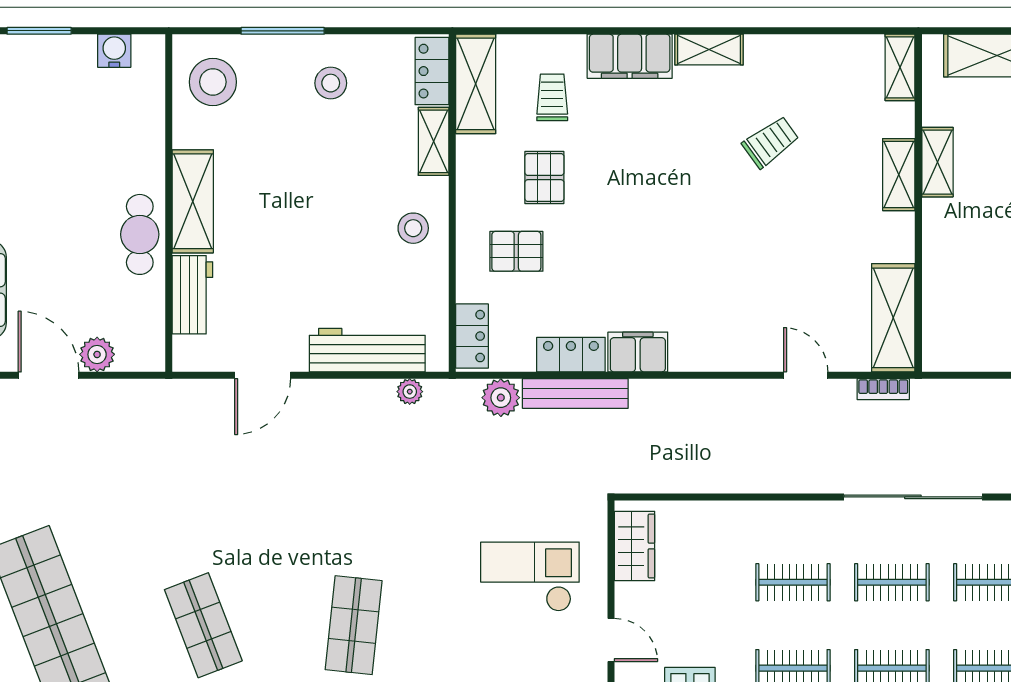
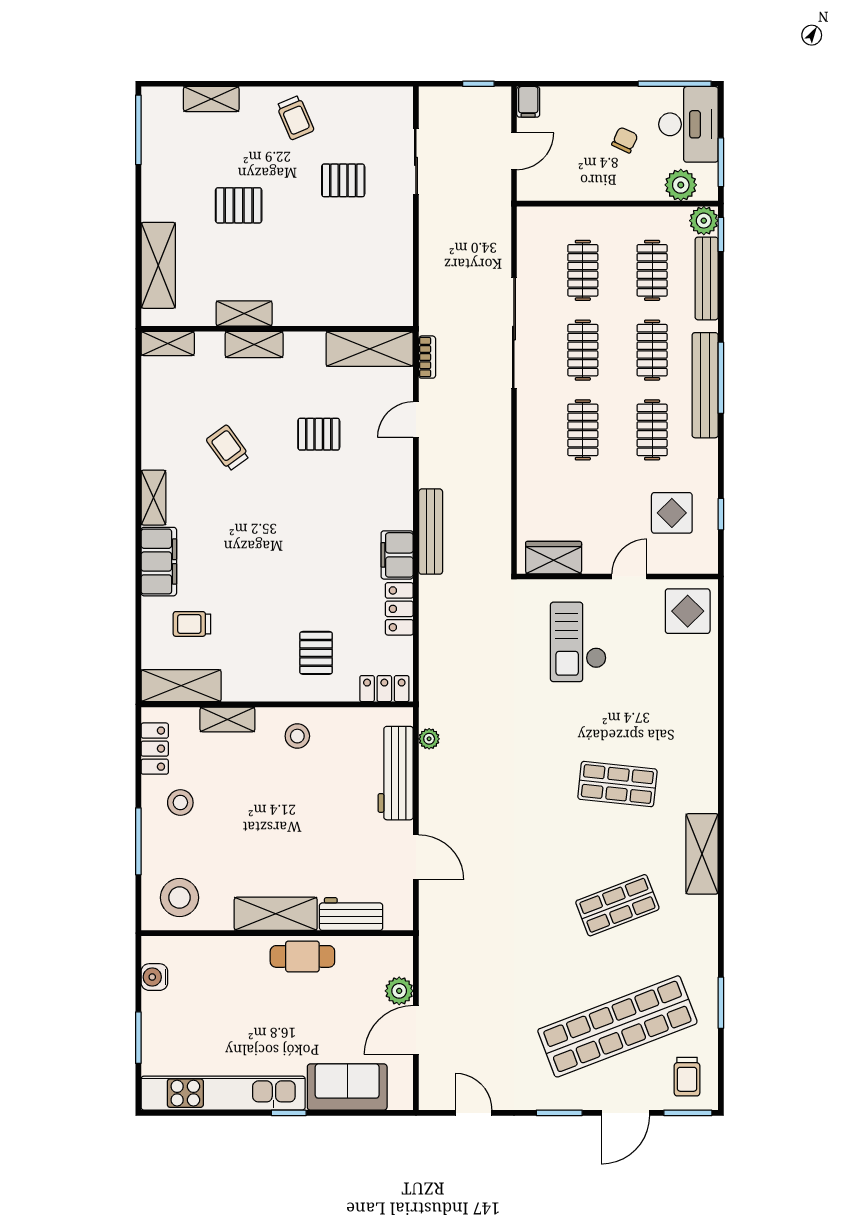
locker: (432, 71) -> (155, 749), moved, turned -90
pallet: (544, 178) -> (319, 434), moved
bench: (575, 393) -> (431, 532), moved
plant: (501, 398) -> (434, 665), removed

